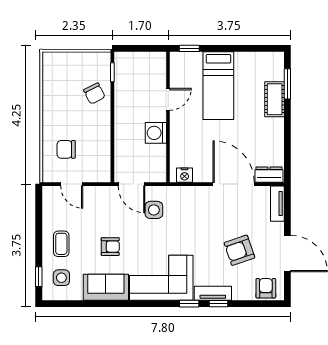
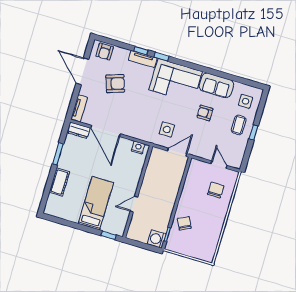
window: (287, 84) -> (58, 154), moved
washing machine: (156, 133) -> (157, 239), moved, turned 180
chair: (66, 149) -> (216, 190), turned -90
door: (132, 184) -> (177, 152), hinge flipped
window: (39, 277) -> (254, 132), moved

